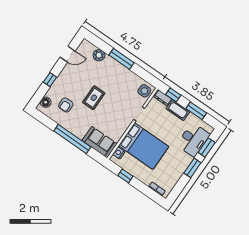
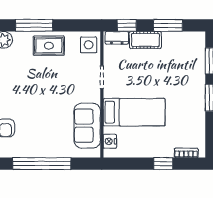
rug: (94, 98) -> (49, 46), moved, turned 90
desk: (193, 140) -> (189, 63), removed
sofa: (100, 142) -> (87, 126), moved, turned -90
bed: (144, 146) -> (134, 112), width x0.67
window: (125, 176) -> (163, 164), moved

